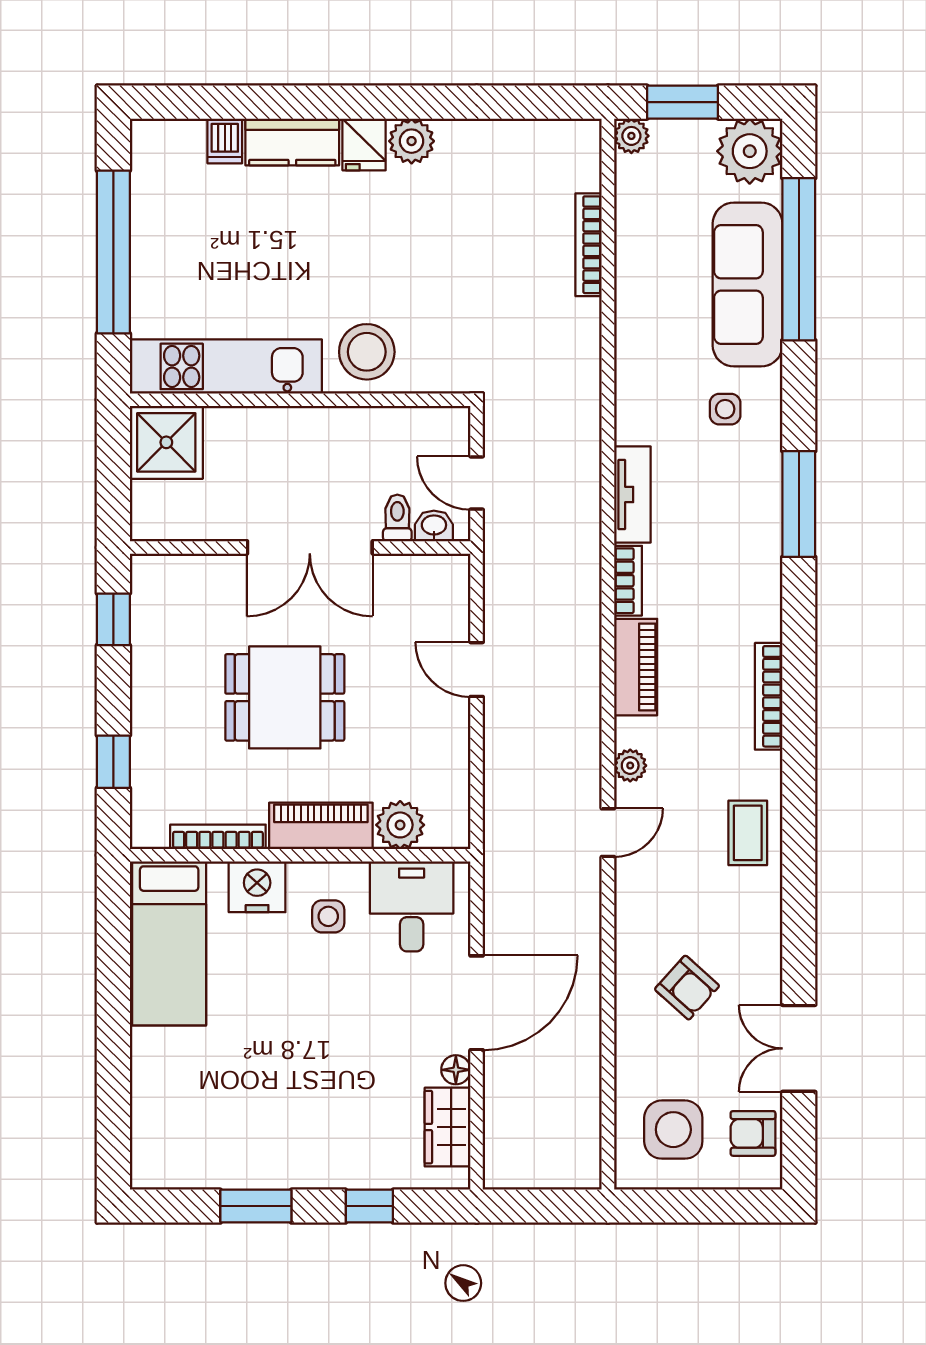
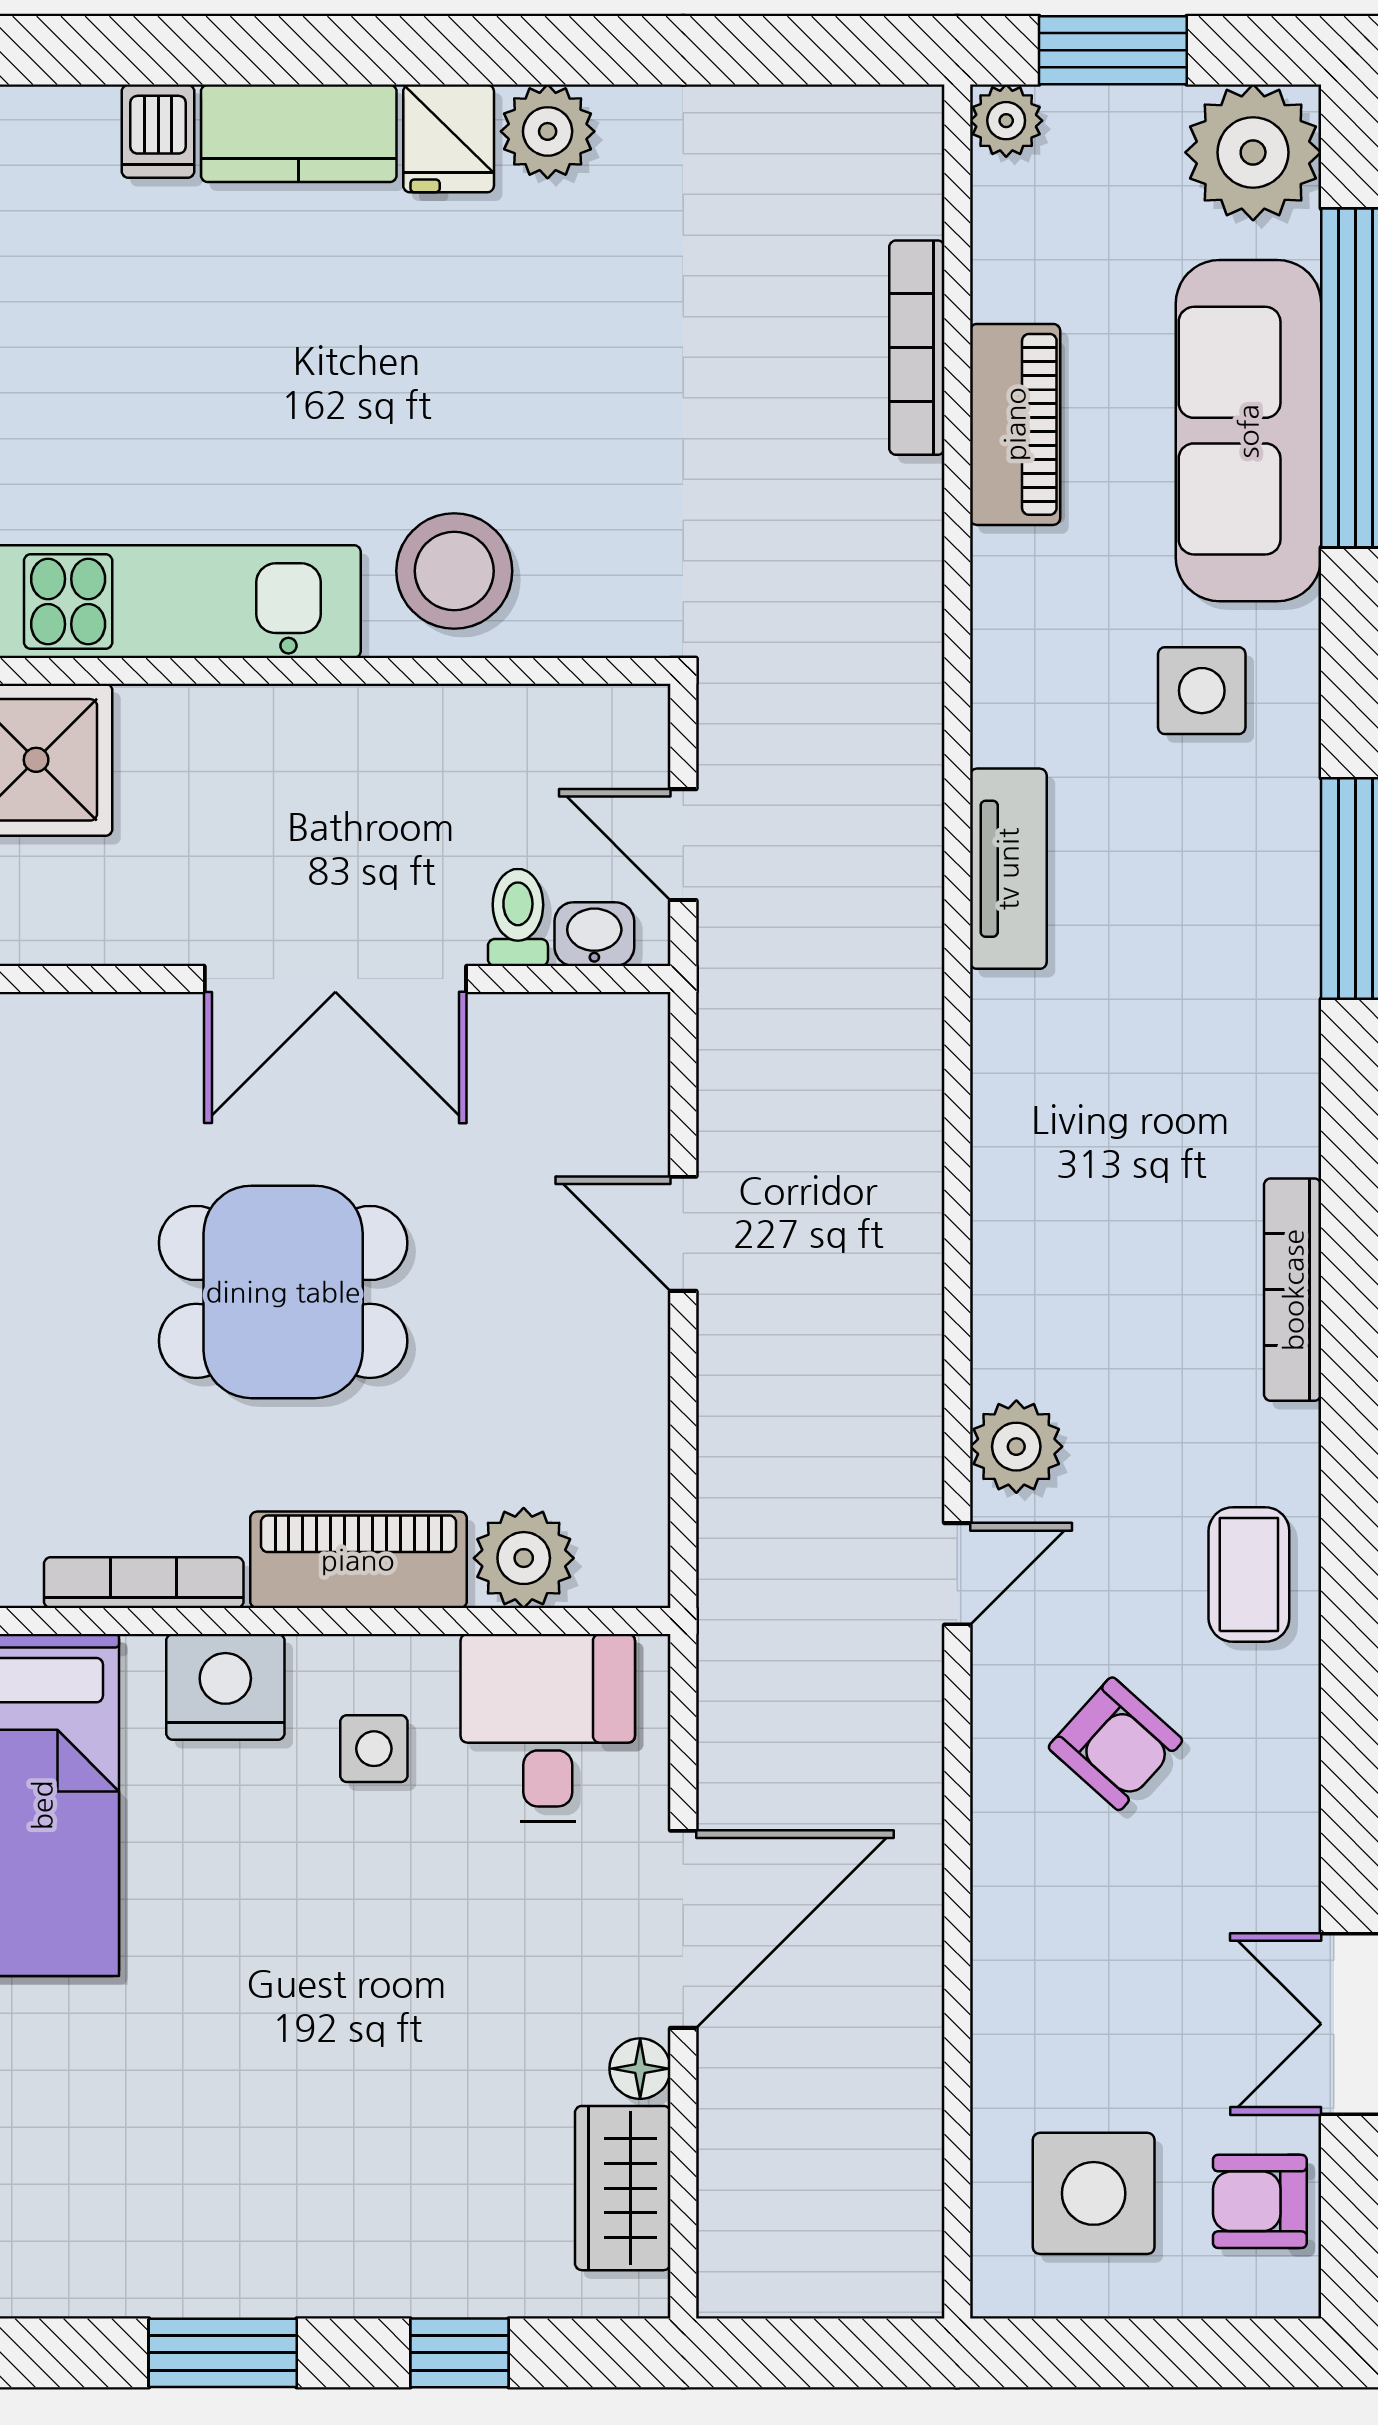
side table: (725, 409) -> (1202, 691), width x1.37, depth x1.37
bookcase: (628, 581) -> (999, 1048), removed
piano: (636, 667) -> (1015, 424), moved
plant: (630, 766) -> (1016, 1447), width x1.38, depth x1.38
armchair: (687, 988) -> (1115, 1744), moved

